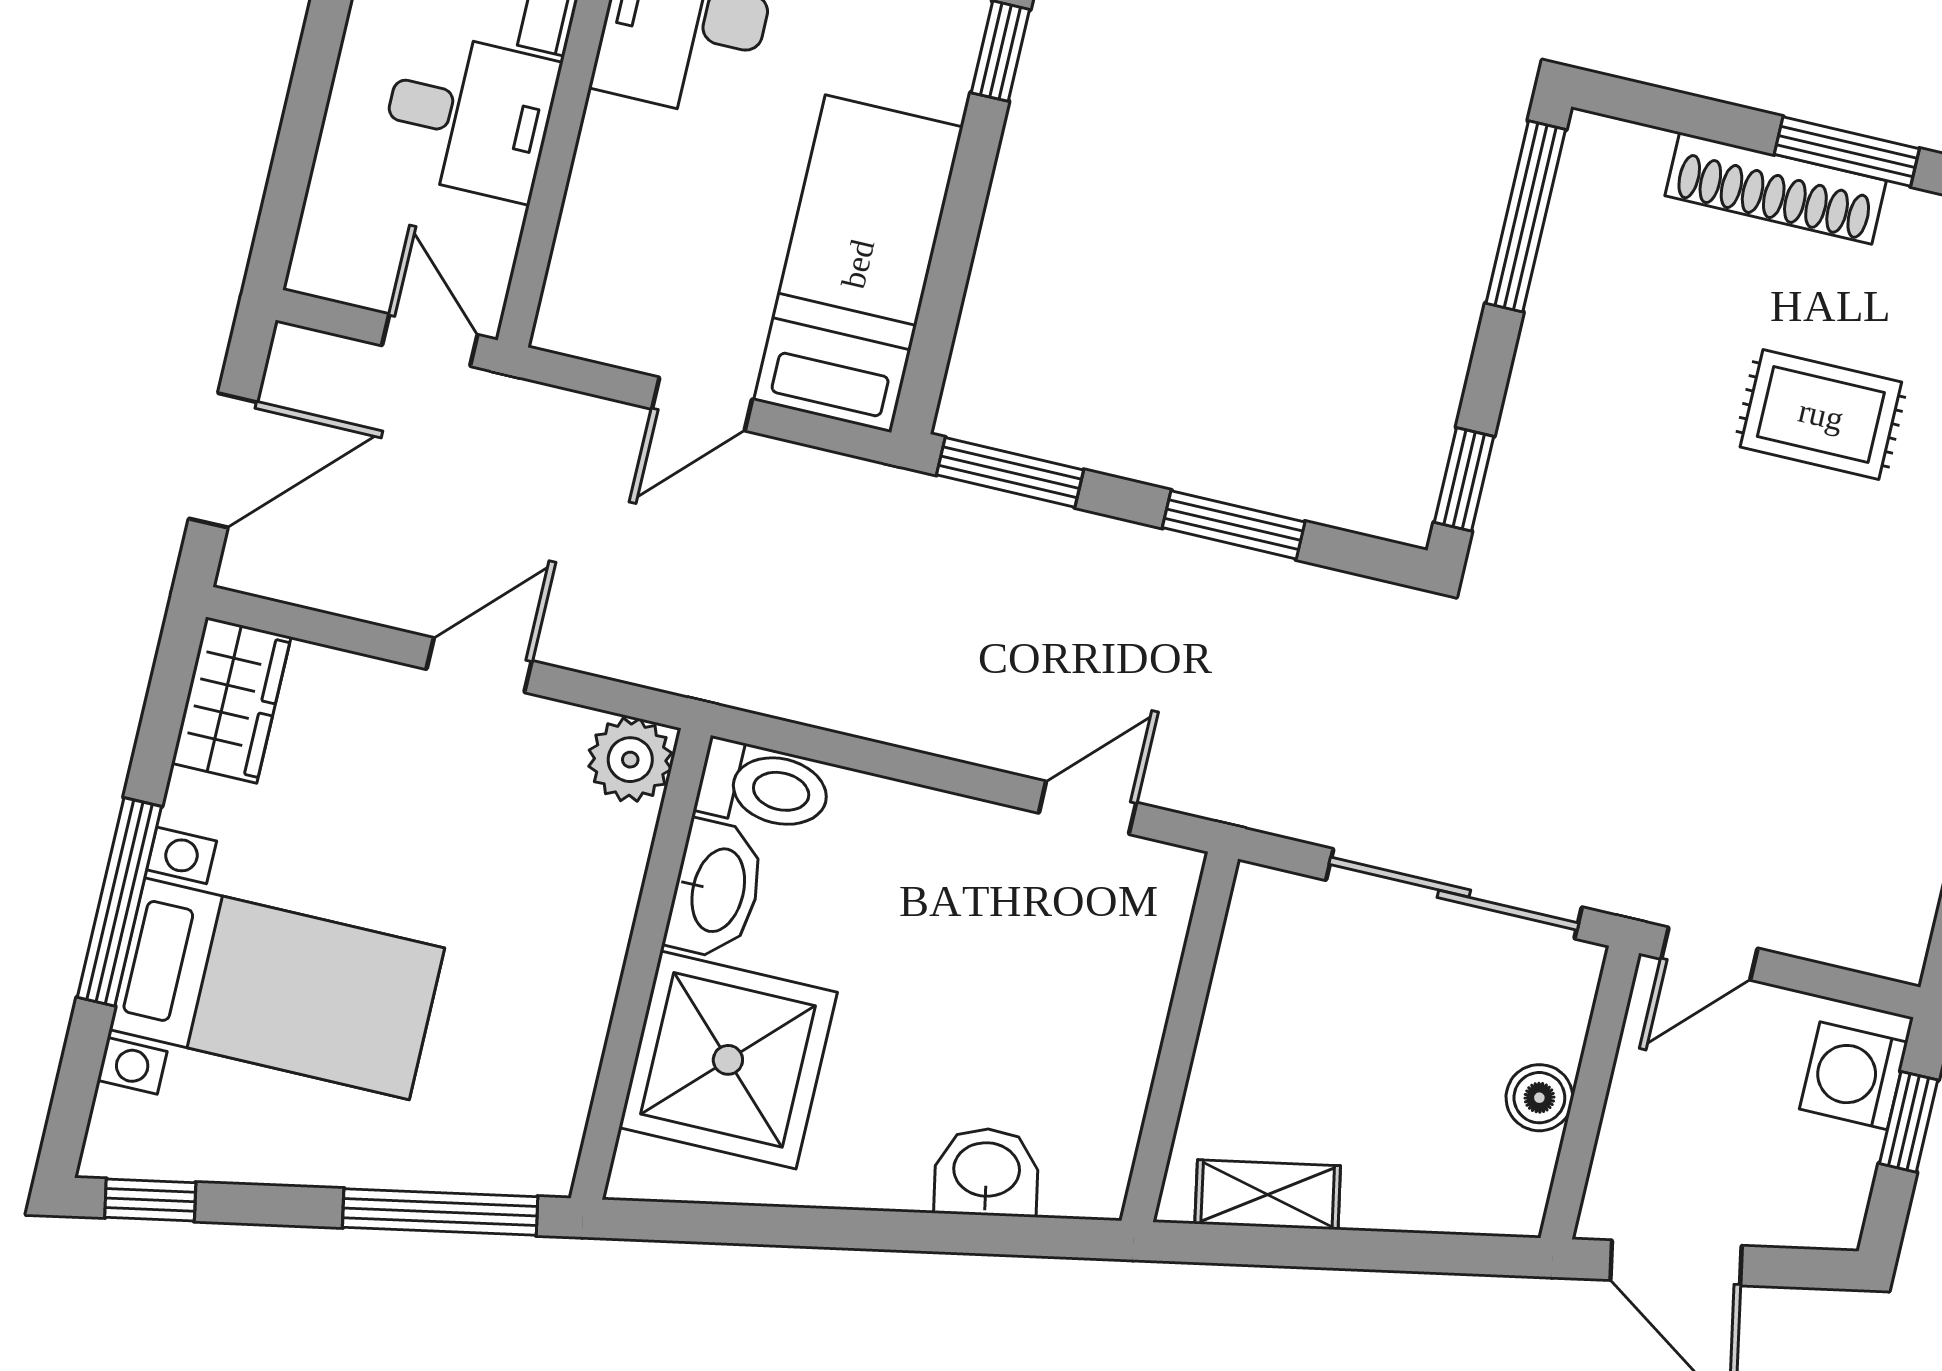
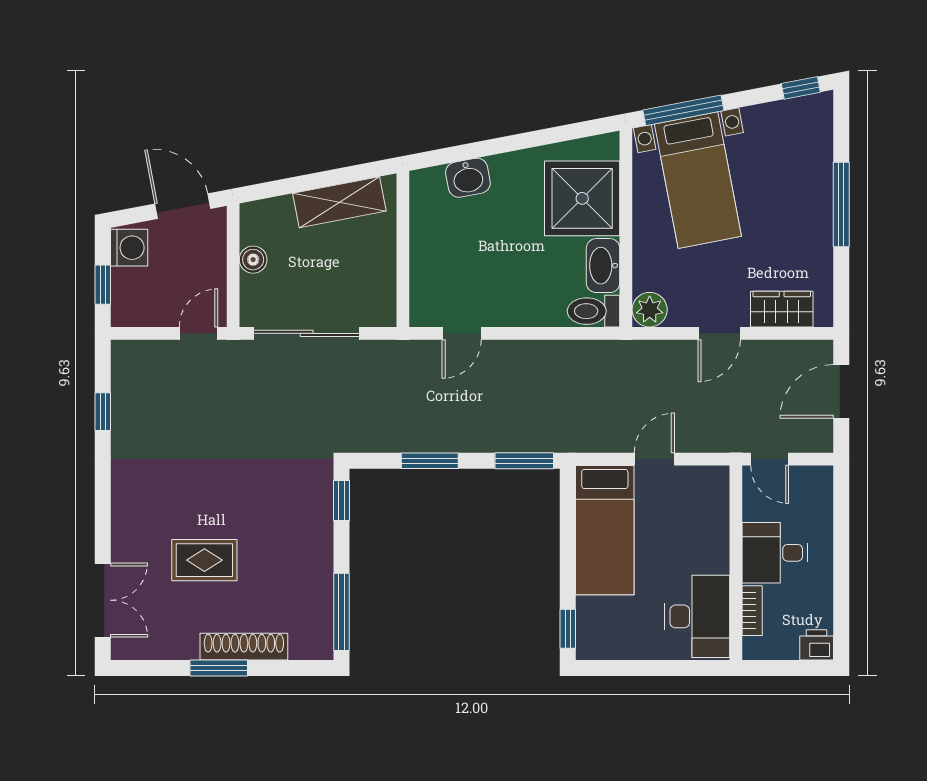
wardrobe: (231, 700) -> (782, 309), moved, turned 90
bed with nightstands: (277, 989) -> (698, 180), moved, turned -101
washing machine: (1854, 1076) -> (129, 248), moved
shelving: (1268, 1195) -> (339, 202), width x1.50, depth x1.33

